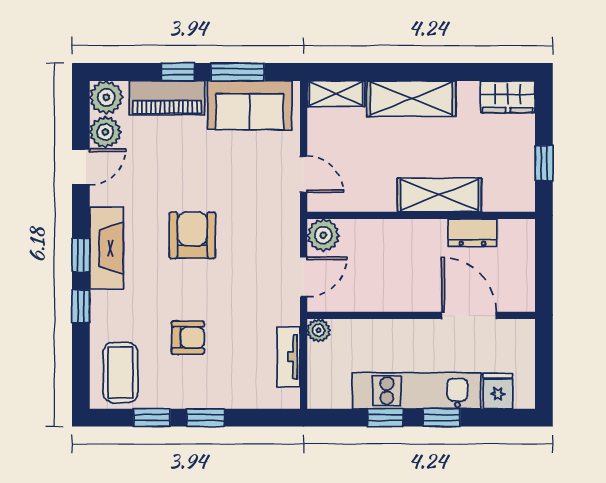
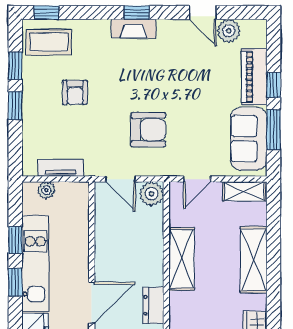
shelving: (336, 94) -> (244, 191), moved, turned 90
plant: (106, 97) -> (255, 32), removed
shelving: (439, 195) -> (182, 259), moved
armchair: (192, 235) -> (148, 130), moved
fireplace: (107, 248) -> (134, 29), width x0.73, depth x0.76
window: (81, 306) -> (47, 12), moved
plant: (319, 330) -> (46, 190), moved

